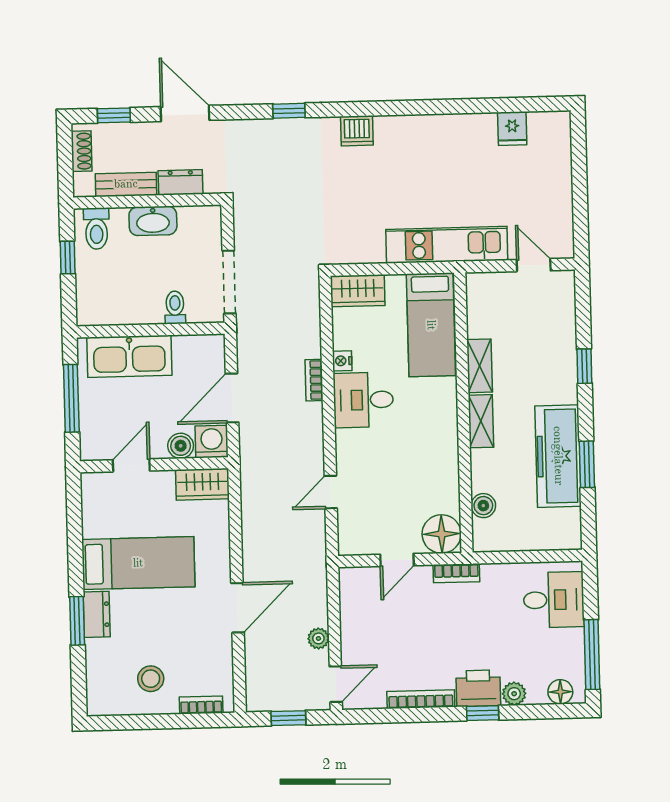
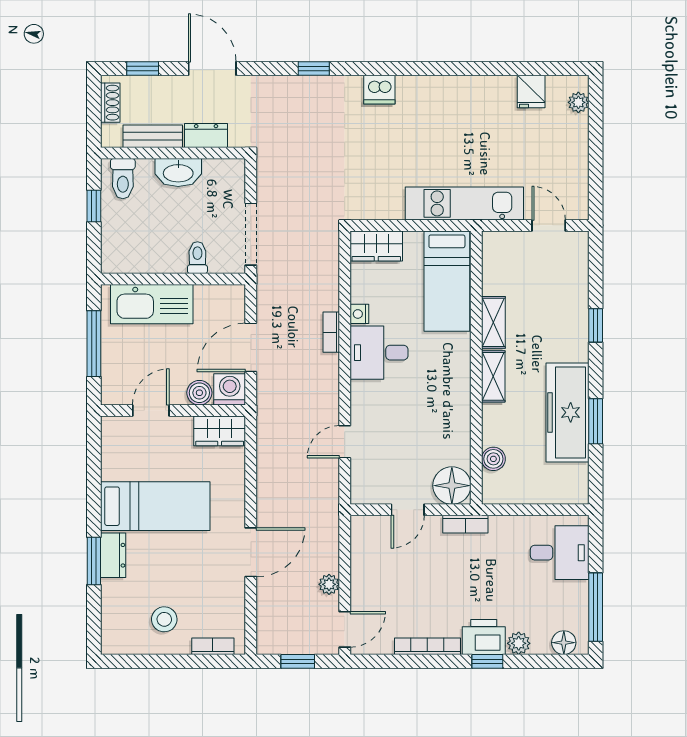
plant: (561, 138) -> (578, 102), added

